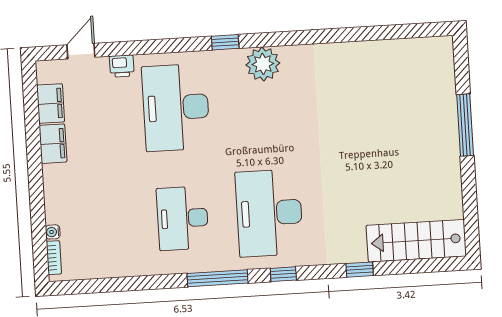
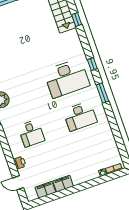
desk: (176, 107) -> (31, 133), width x0.53, depth x0.77
window: (360, 270) -> (77, 19), moved
window: (217, 278) -> (102, 93), width x0.69

